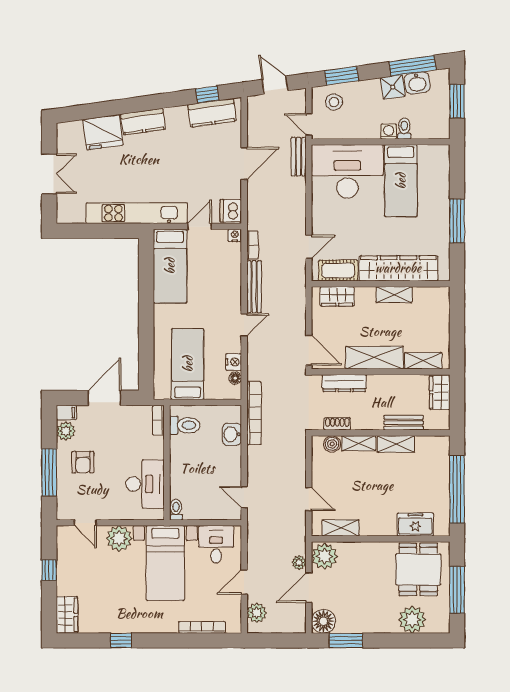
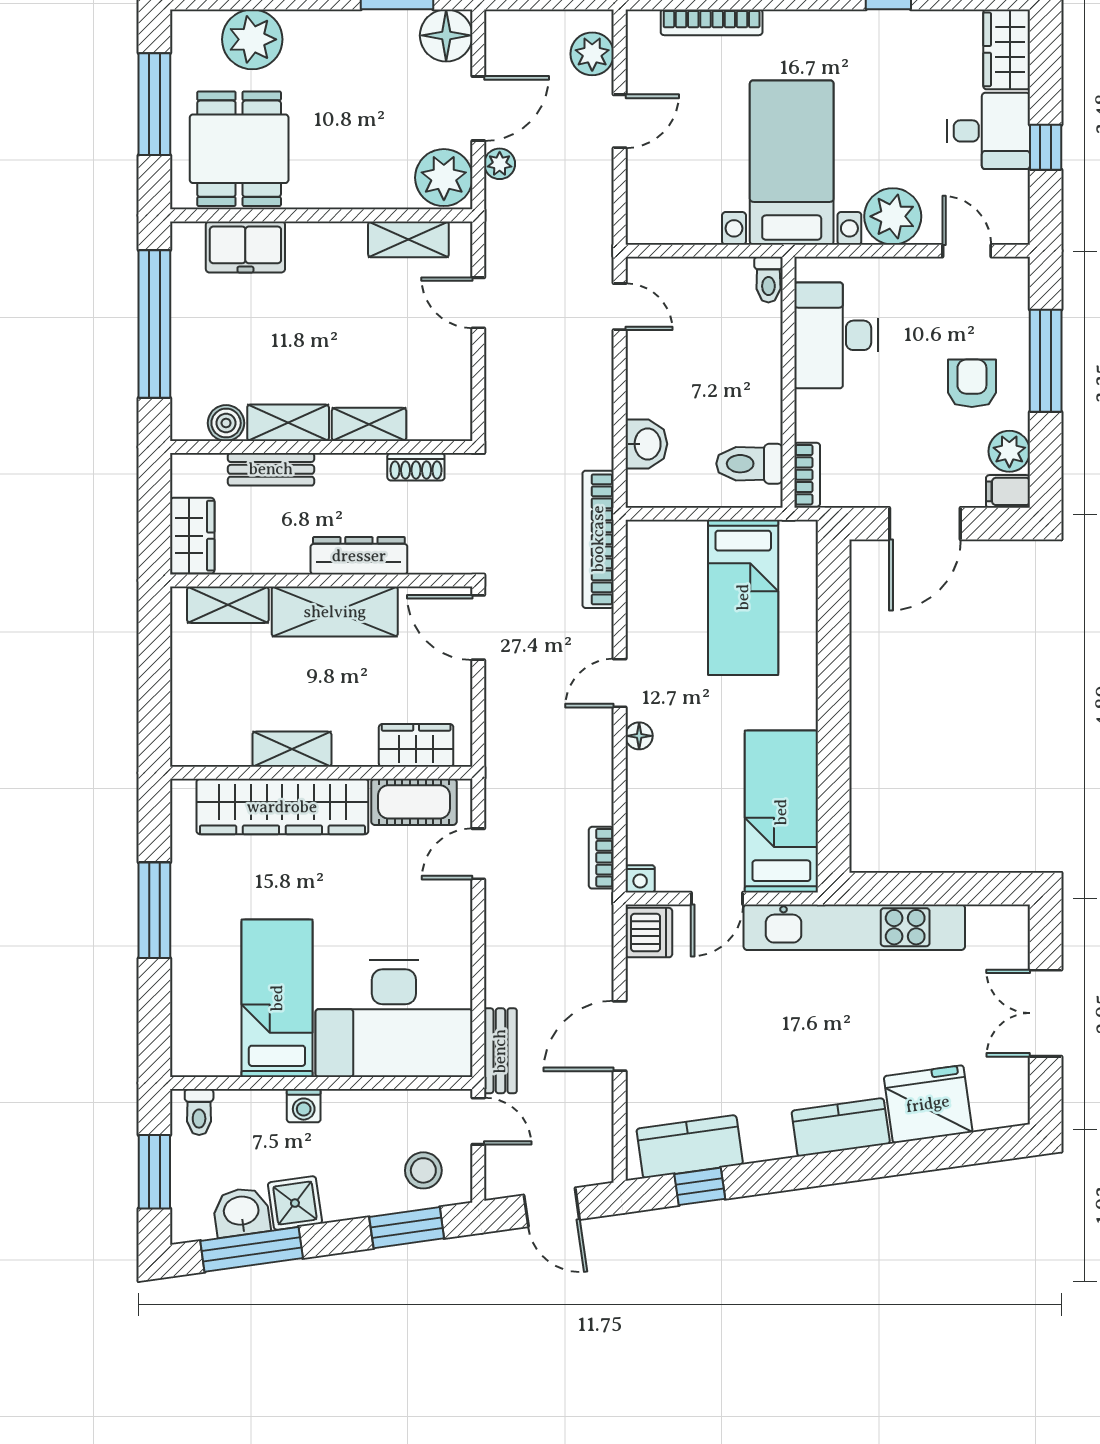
toilet: (404, 129) -> (199, 1112), moved
bench: (254, 287) -> (598, 766), removed
nightstand: (234, 362) -> (643, 602), removed
floor lamp: (235, 378) -> (639, 736), moved
dresser: (344, 383) -> (359, 556), moved
bookcase: (254, 413) -> (598, 539), moved
boiler: (332, 444) -> (226, 423), moved
desk: (216, 544) -> (989, 131), moved, turned -90

